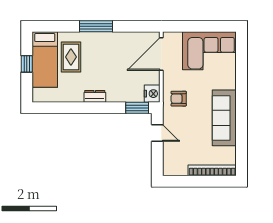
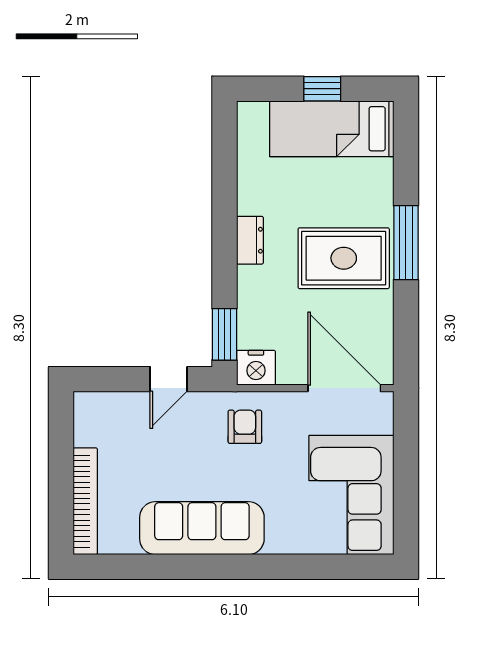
rug: (71, 57) -> (344, 258), moved, width x1.36, depth x1.43

